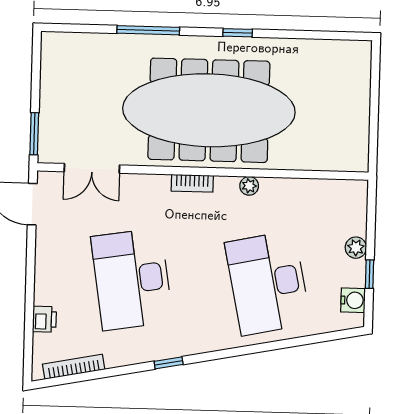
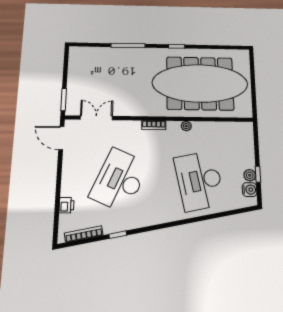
meeting table: (209, 110) -> (200, 83), moved
double door: (92, 168) -> (96, 118), swing flipped
plant: (356, 248) -> (250, 175), moved
desk: (132, 279) -> (119, 180), turned 33
window: (169, 363) -> (118, 235), moved

